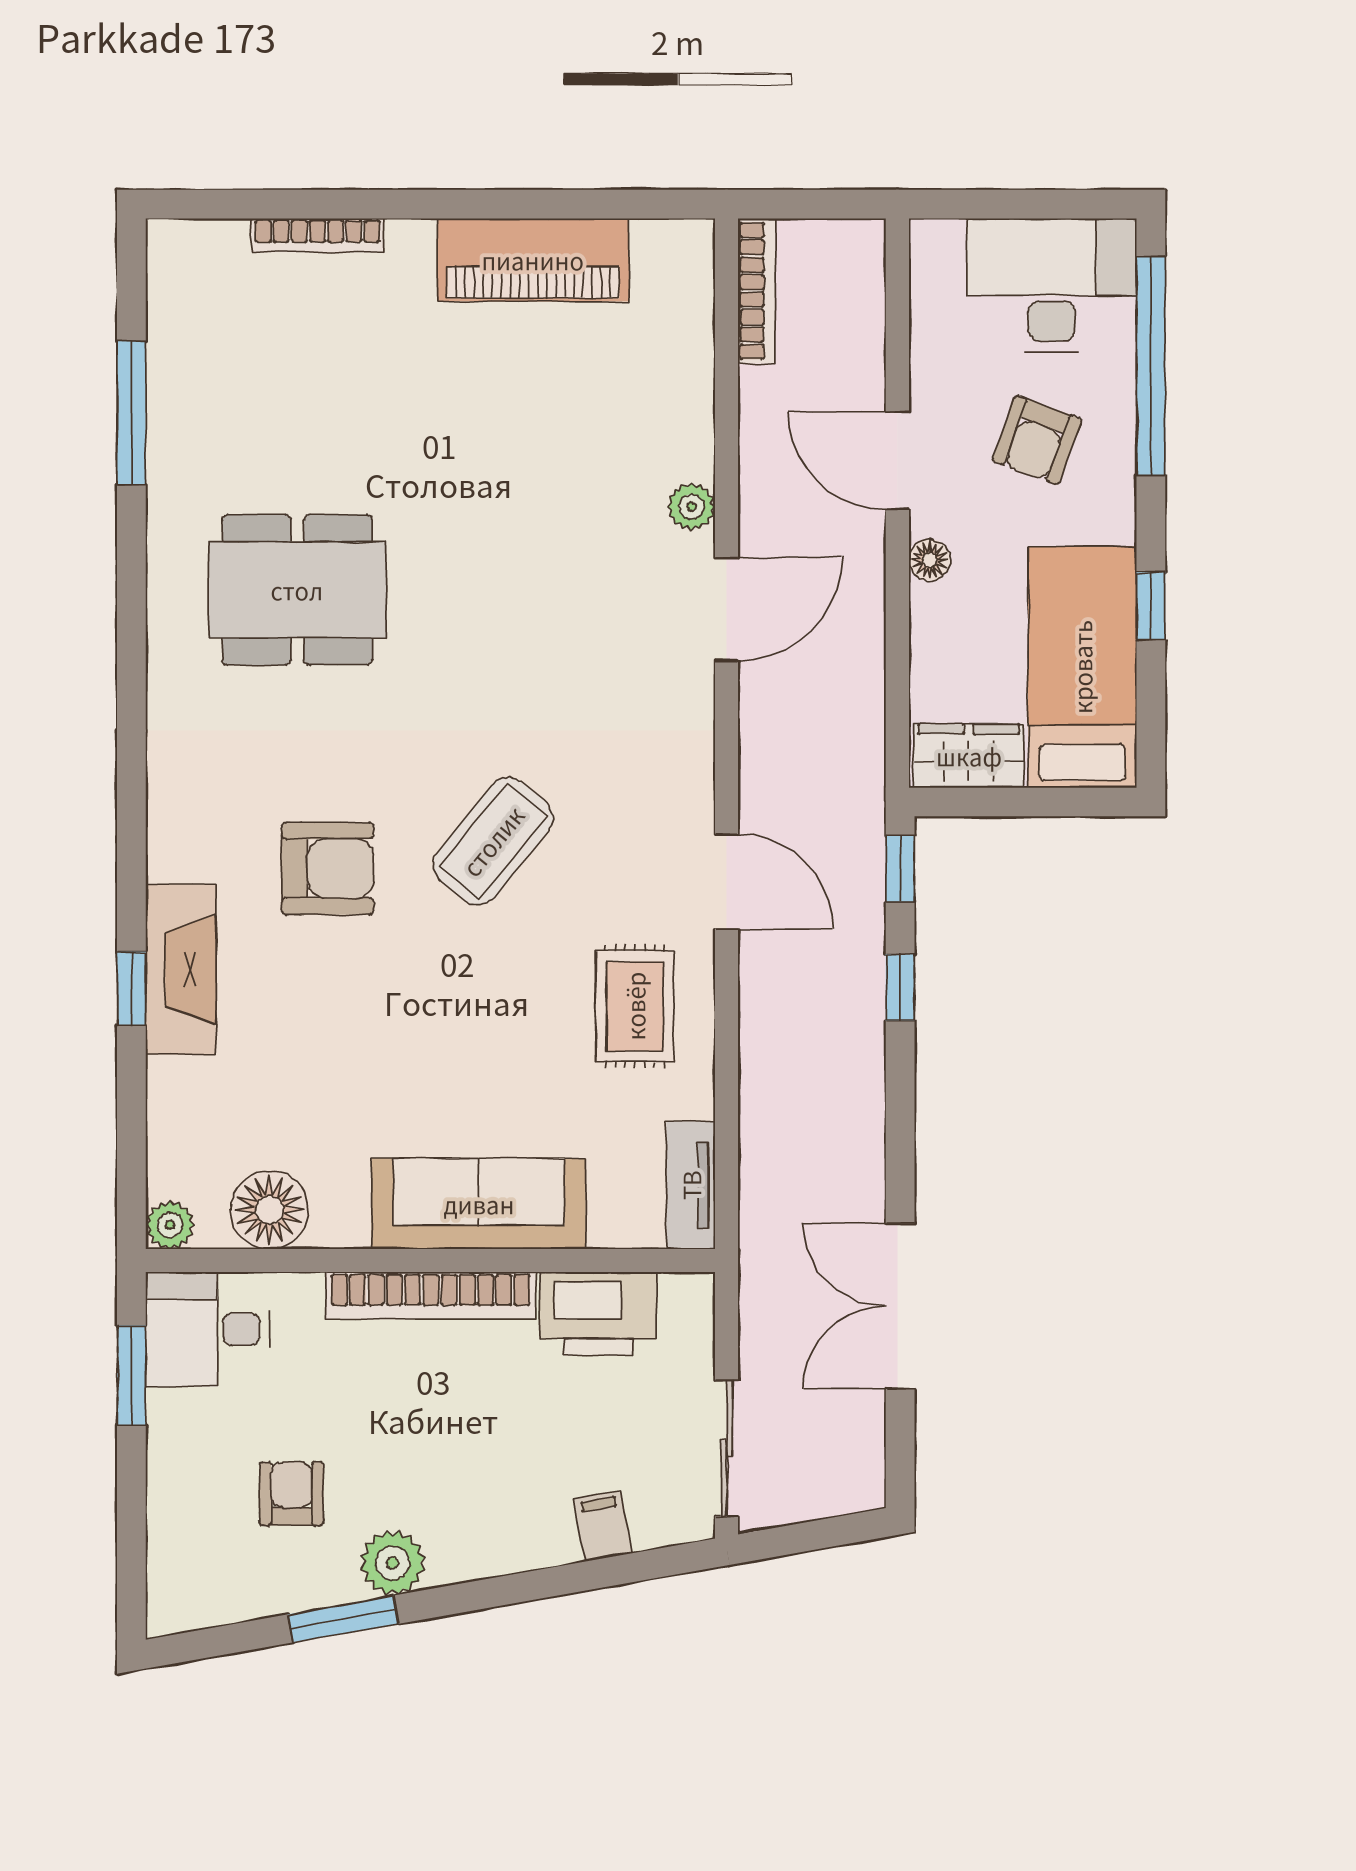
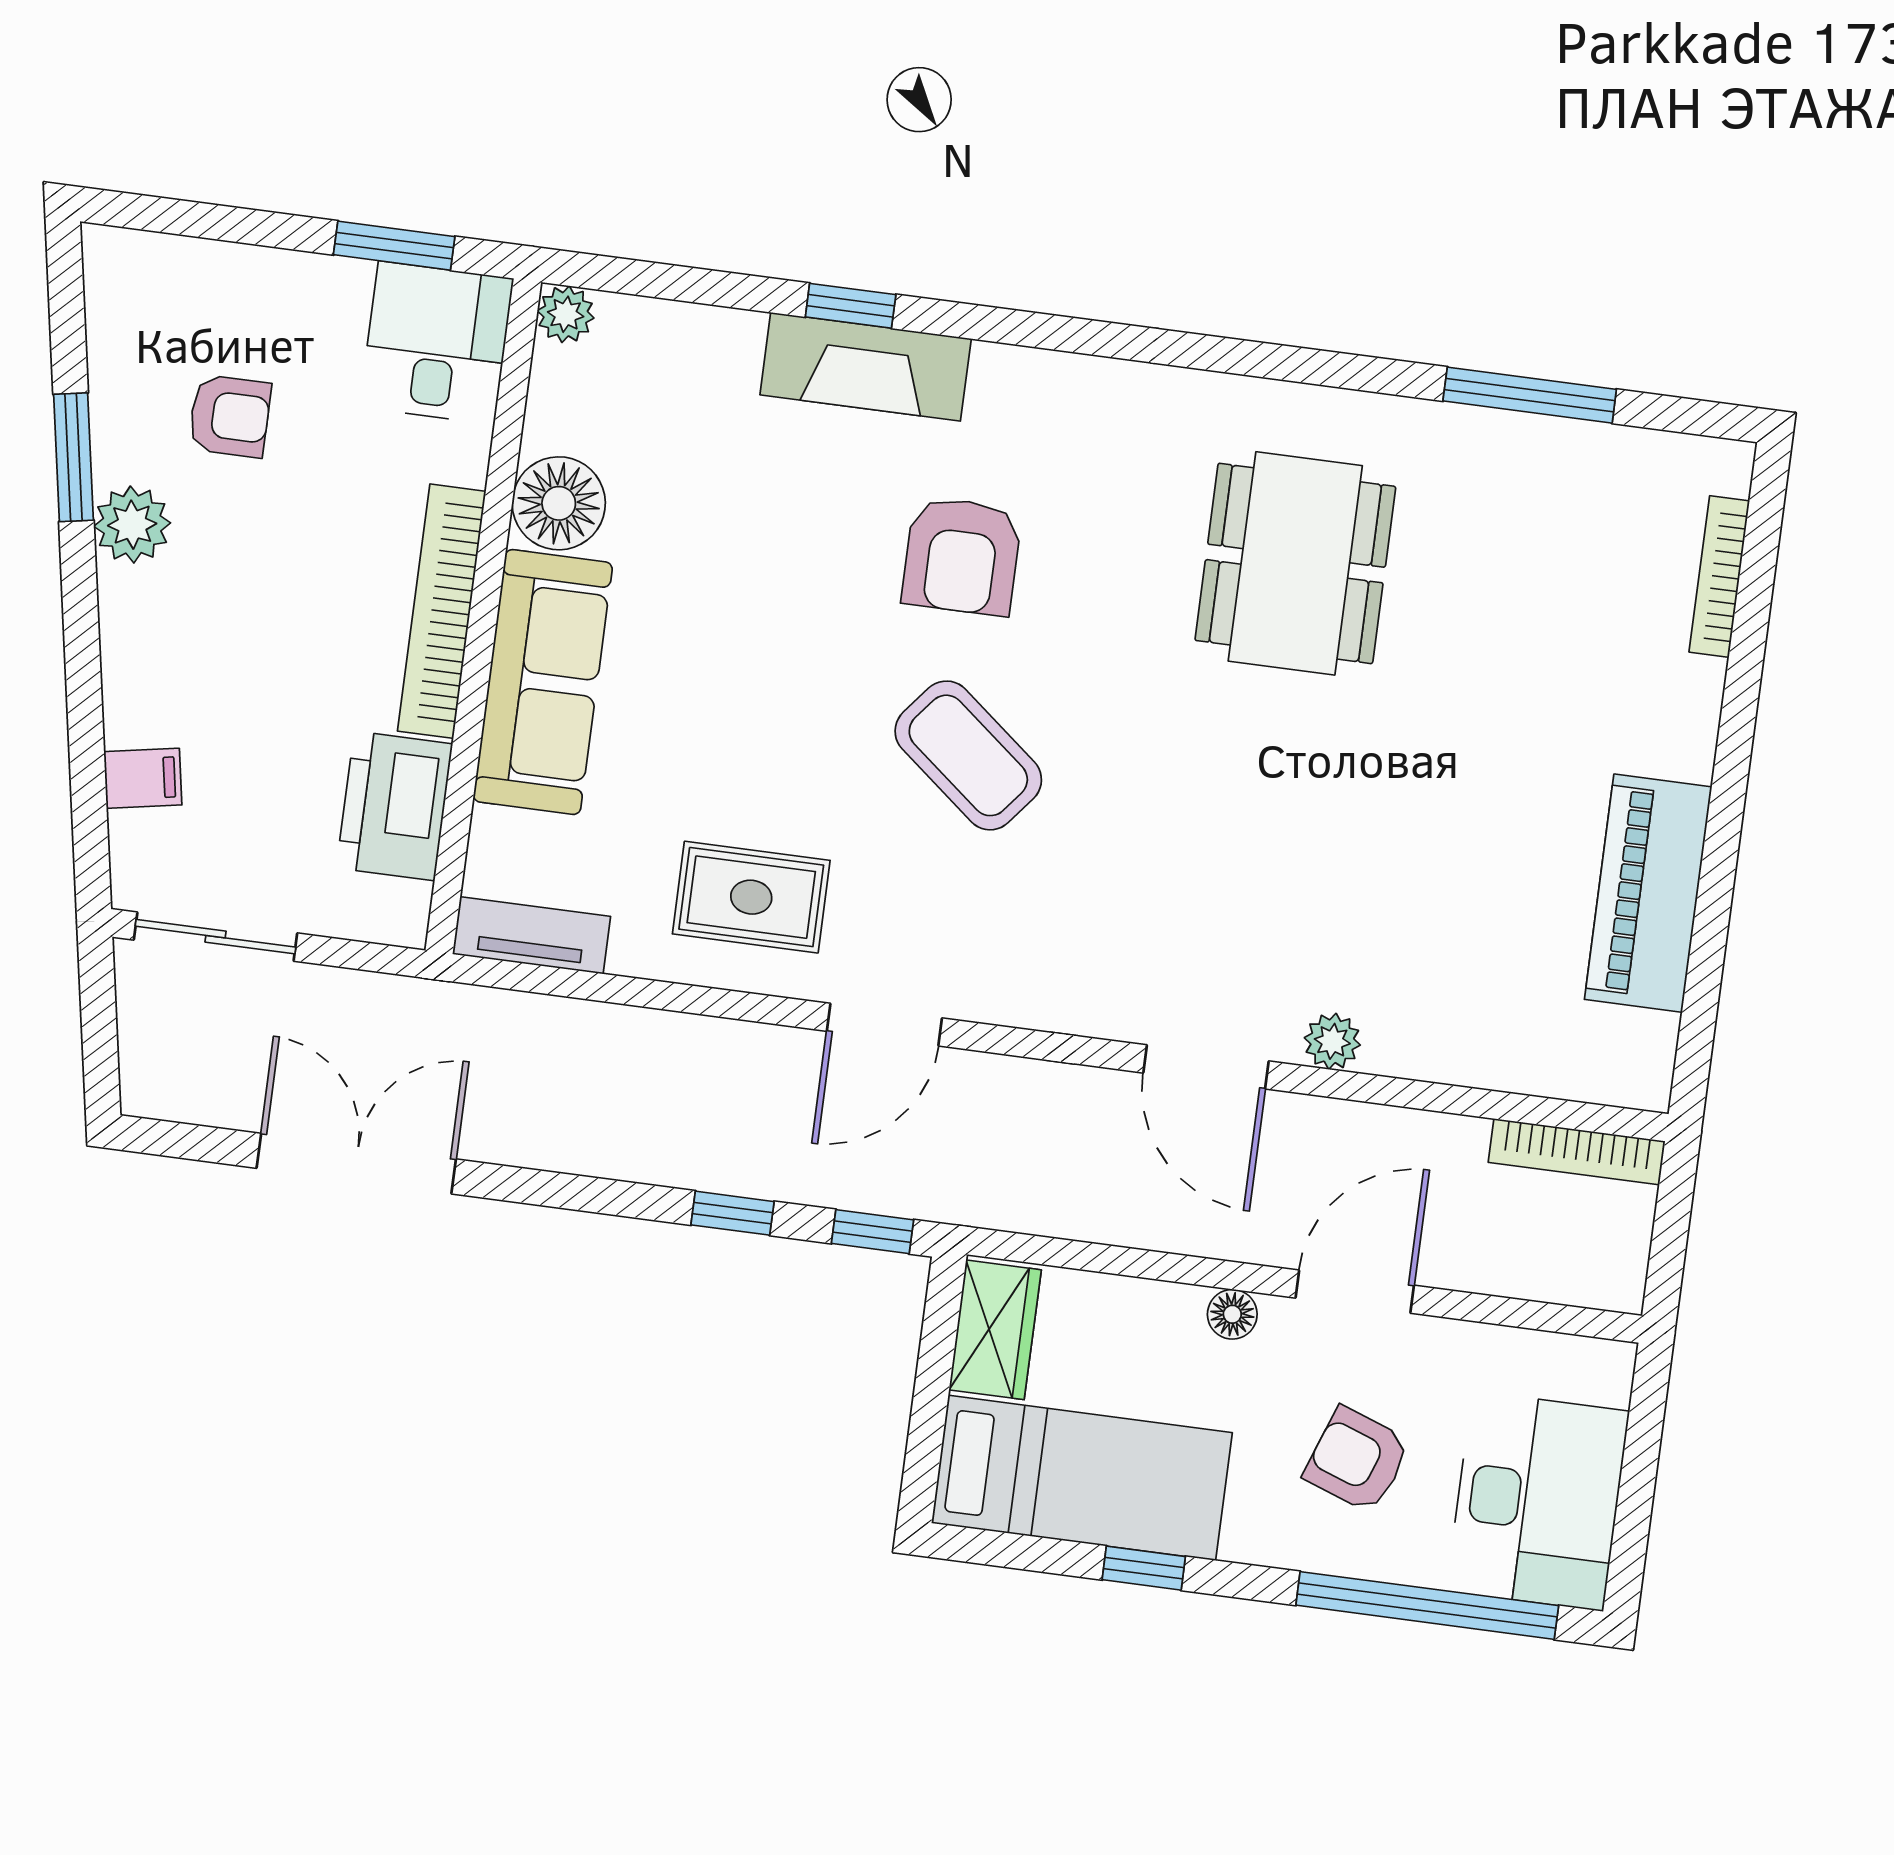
bookcase: (317, 235) -> (1719, 577), moved
floor lamp: (269, 1210) -> (559, 503), moved

